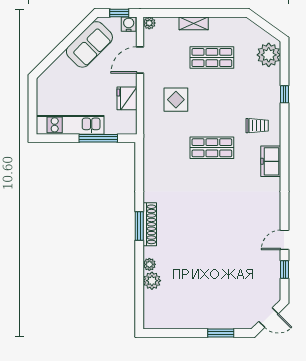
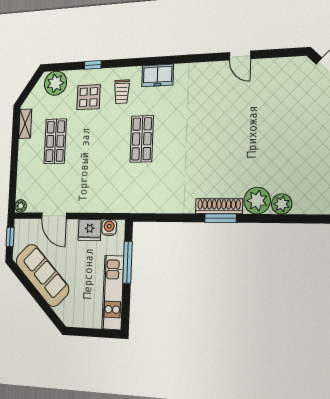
shelving: (194, 23) -> (25, 124), moved
water cooler: (129, 24) -> (109, 227), moved, turned 90
sofa: (89, 44) -> (42, 275), width x1.36
display table: (176, 100) -> (89, 97), moved
trolley: (257, 126) -> (122, 92), turned 180
plant: (149, 264) -> (257, 201), width x1.88, depth x1.88
window: (285, 269) -> (272, 54), removed

